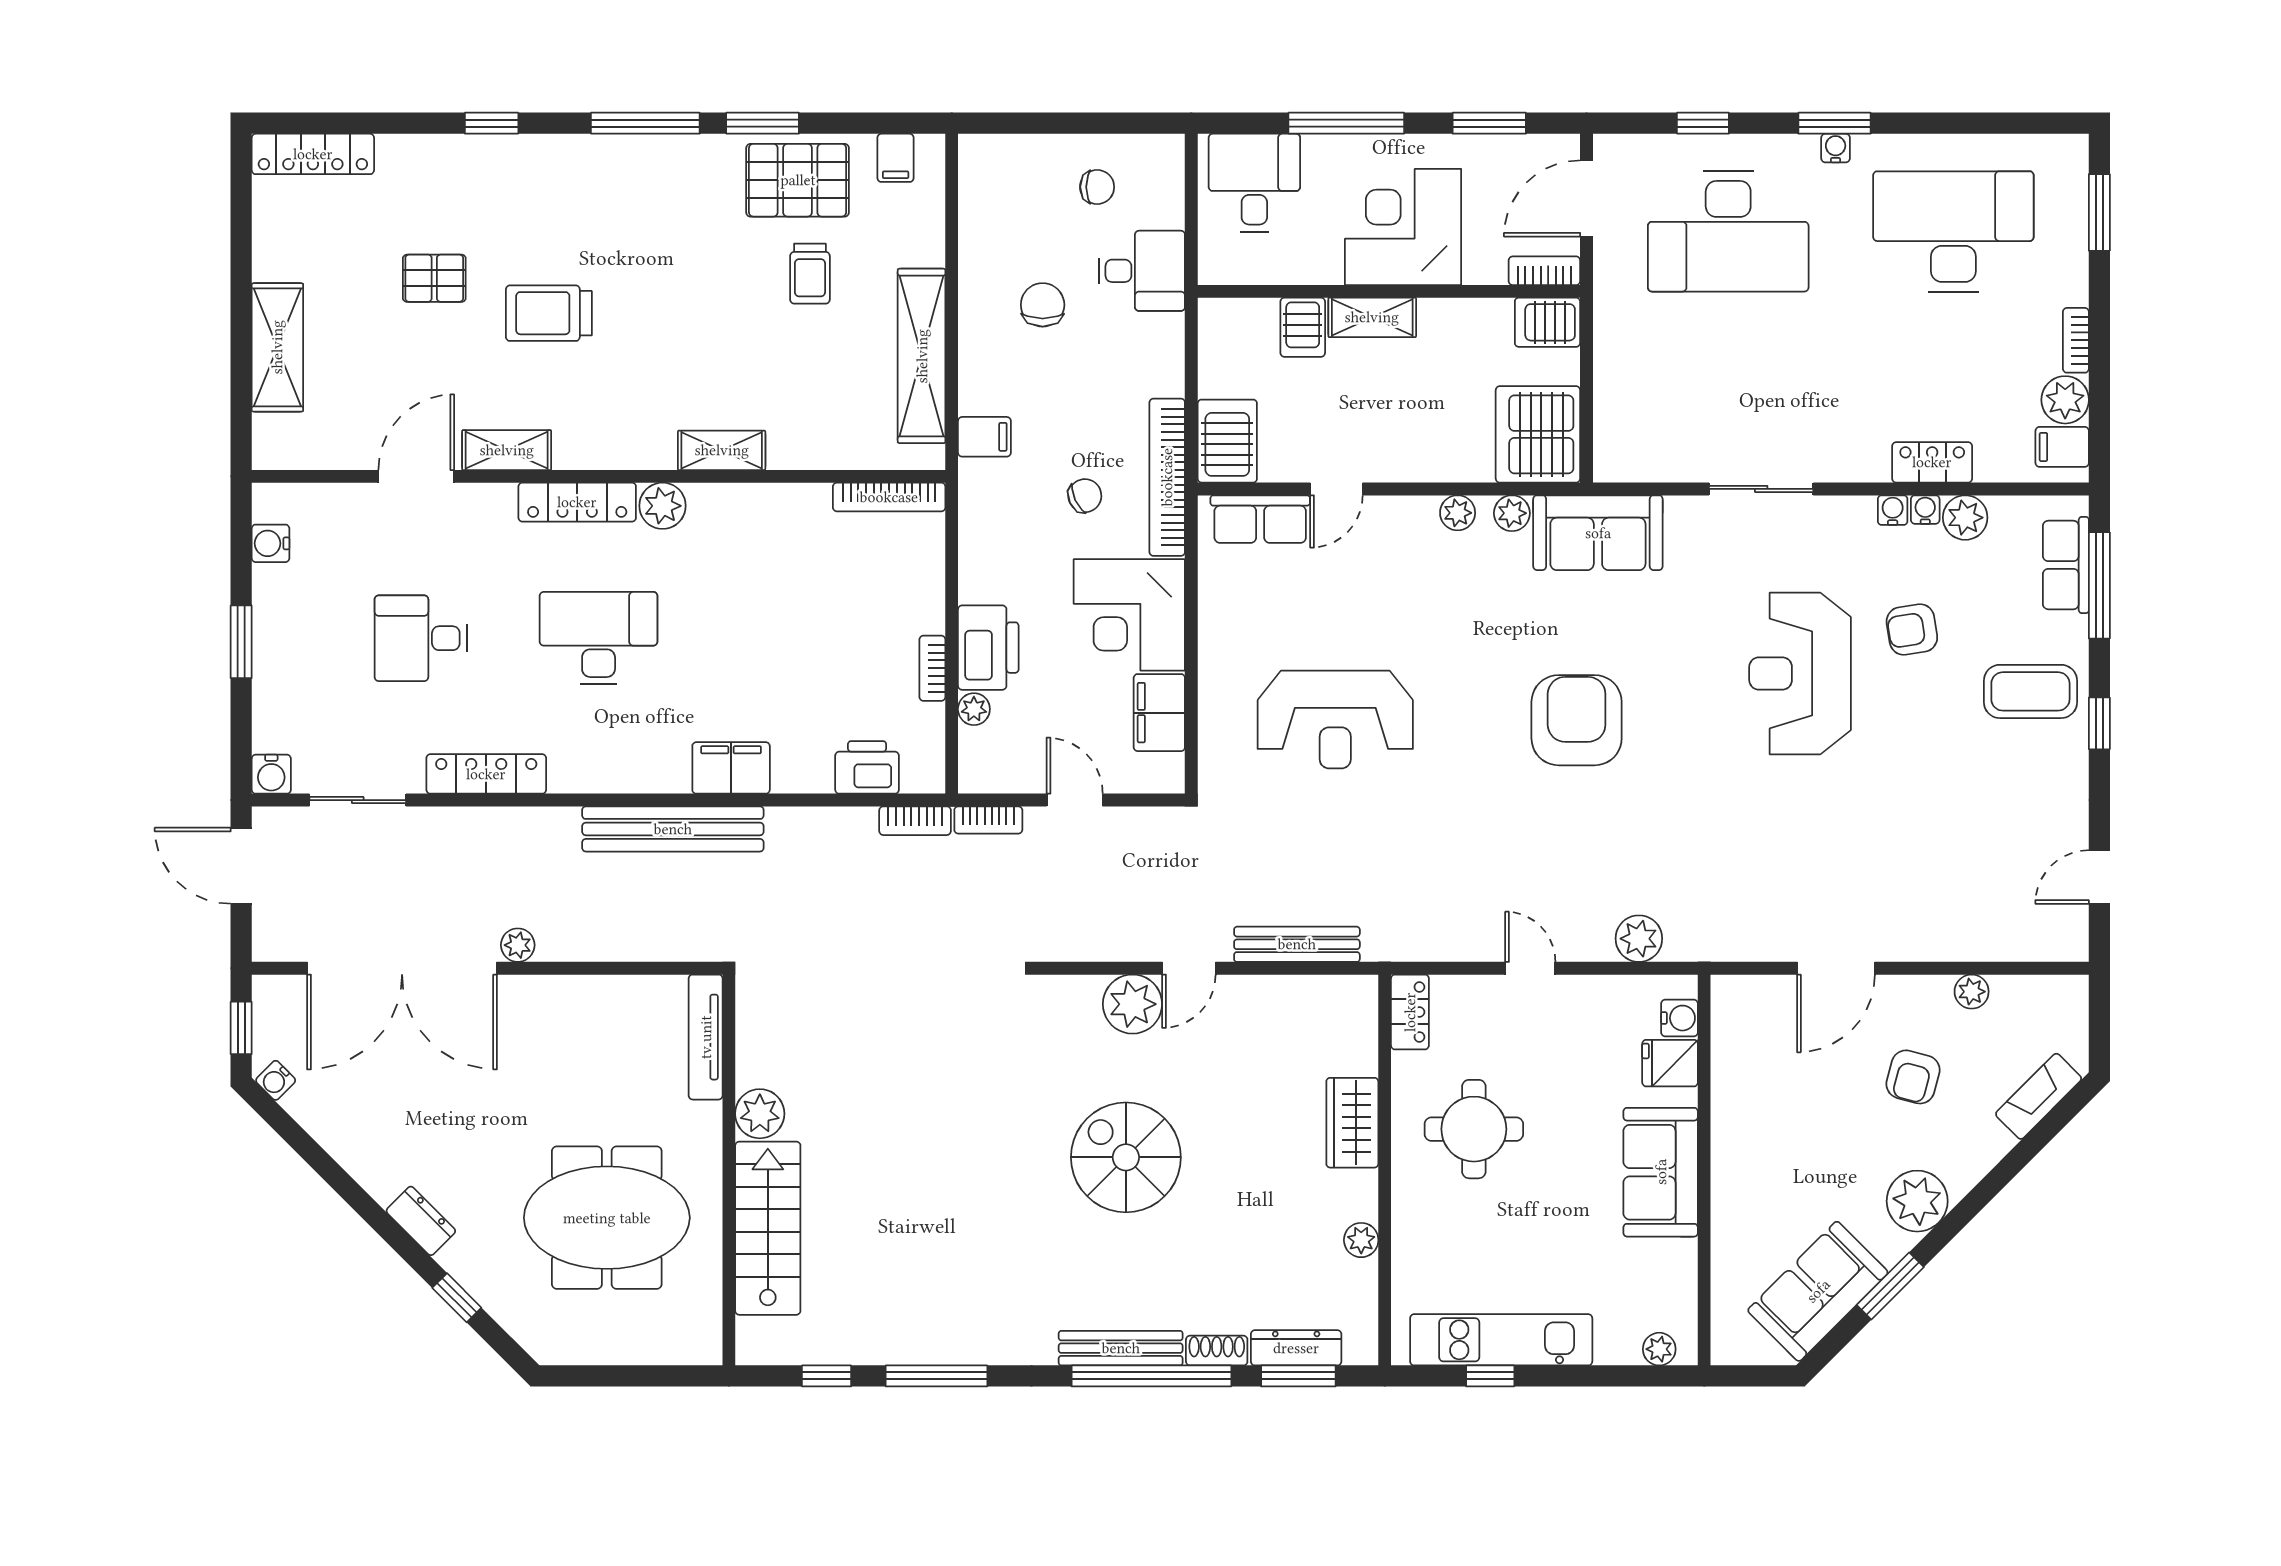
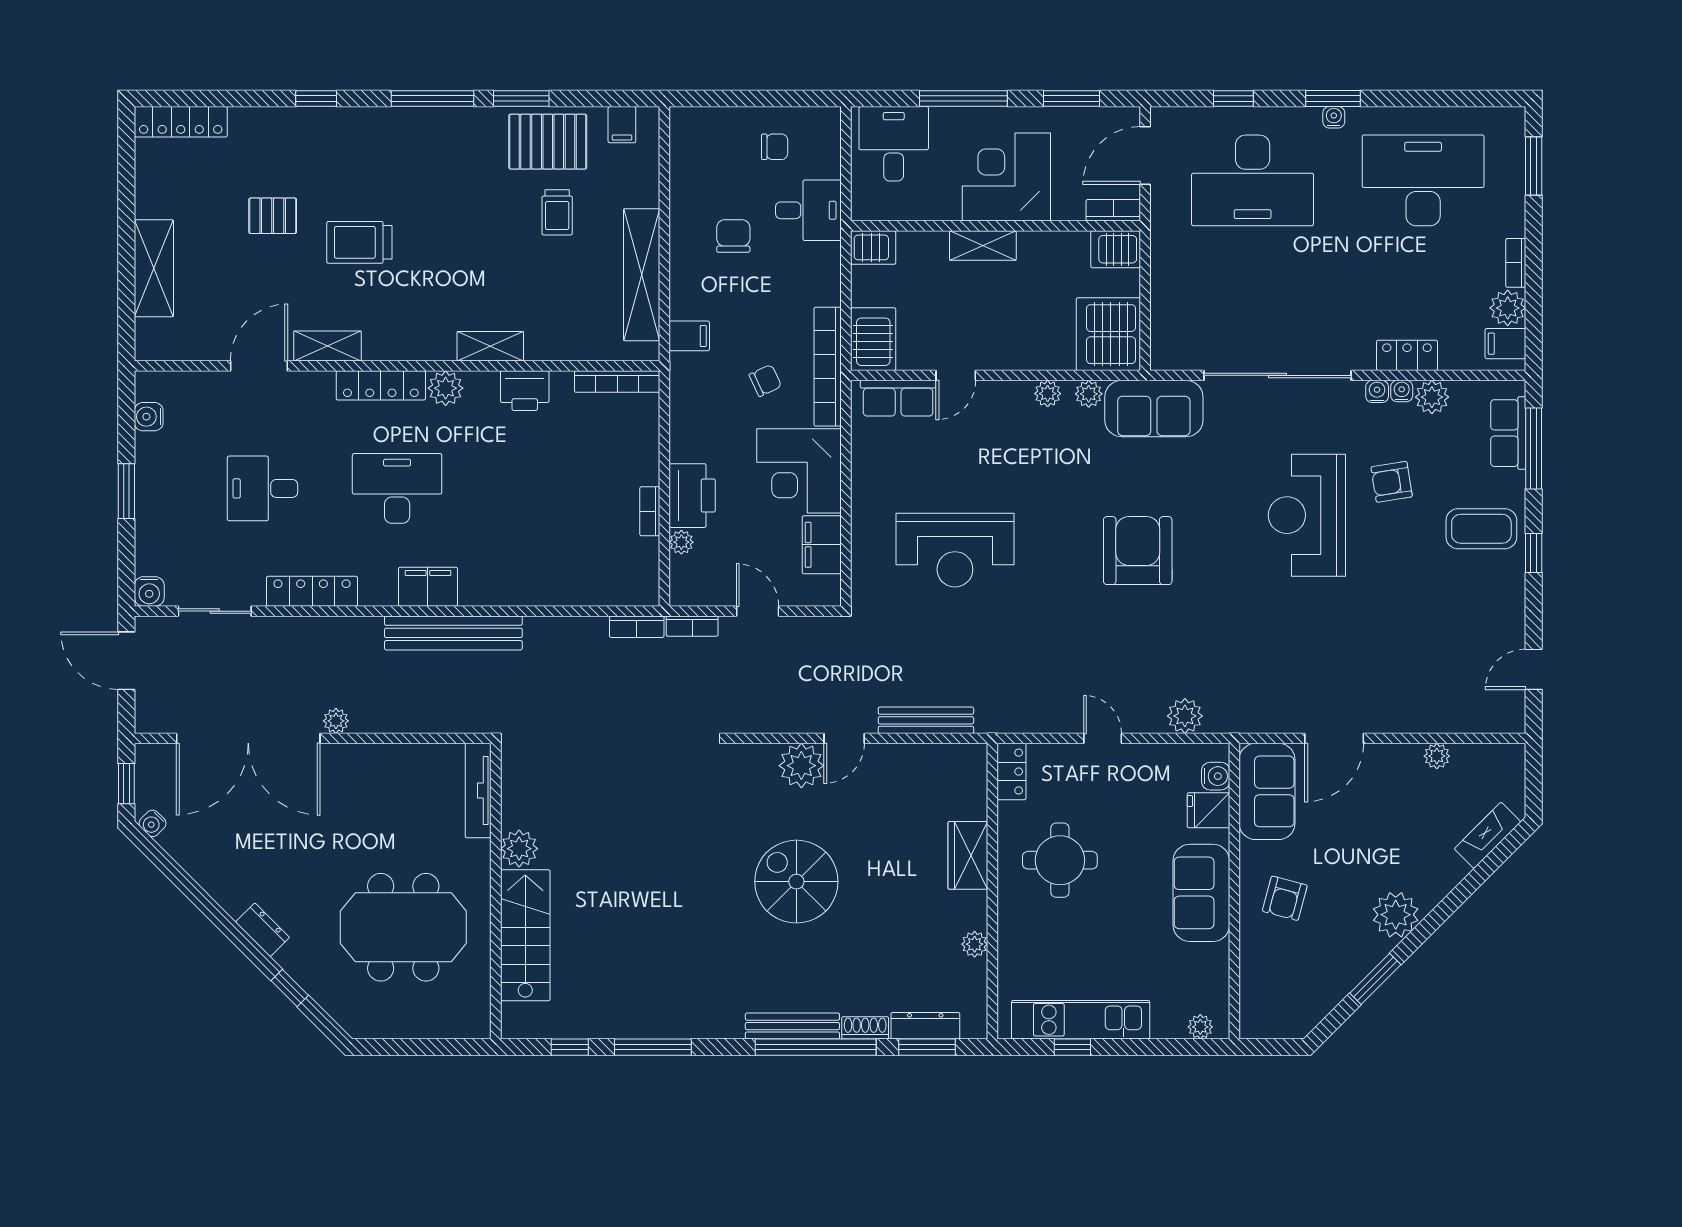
server rack: (1303, 327) -> (873, 247), moved, turned -90
sliding door: (1761, 489) -> (1278, 375), width x1.86
printer: (867, 767) -> (525, 391), moved, turned 180
filing cabinet: (731, 768) -> (428, 587), moved
armchair: (1913, 1077) -> (1285, 898), moved
sofa: (1818, 1291) -> (1267, 791), moved, turned 135

